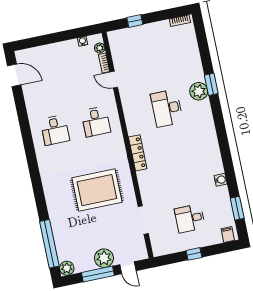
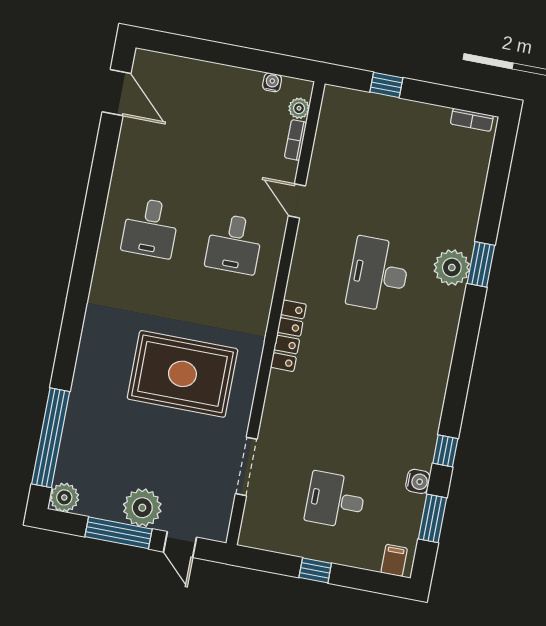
door: (114, 80) -> (297, 201), moved
window: (230, 175) -> (445, 451), added
water cooler: (221, 180) -> (418, 481), moved

